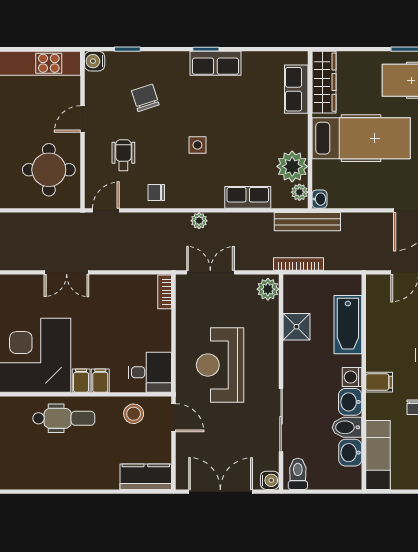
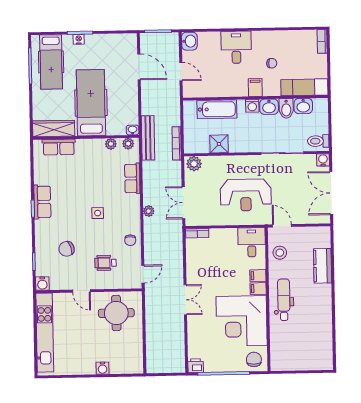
plant: (292, 166) -> (111, 144), width x0.53, depth x0.53
door: (106, 210) -> (143, 274), swing flipped
door: (174, 418) -> (282, 226), hinge flipped
kitchen counter: (146, 477) -> (323, 266), moved

